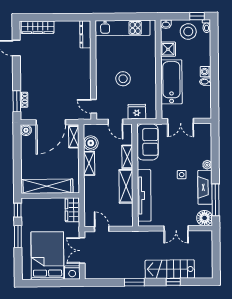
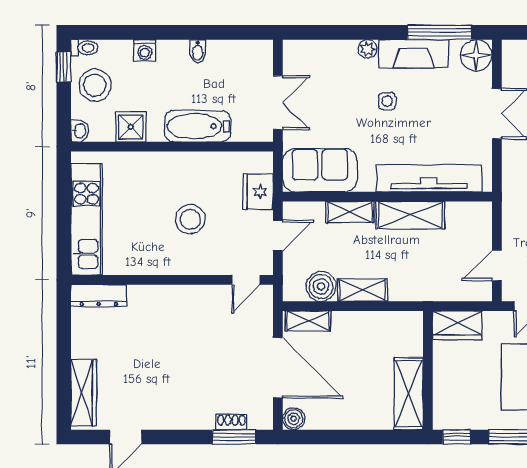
washing machine: (206, 72) -> (145, 50), moved
bathtub: (171, 82) -> (198, 126), width x0.73, depth x0.73
shelving: (47, 186) -> (409, 394), width x0.68

